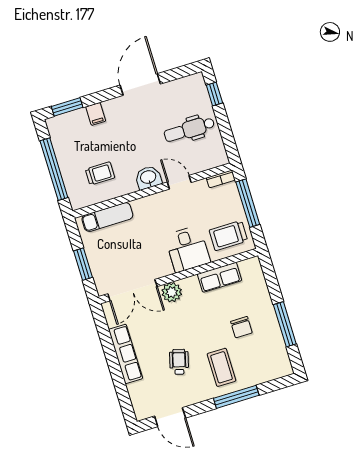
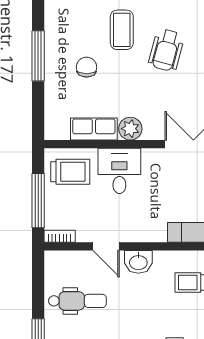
plant: (172, 292) -> (130, 129), moved
wheelchair: (179, 362) -> (166, 50), width x1.36, depth x1.37

